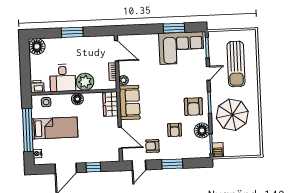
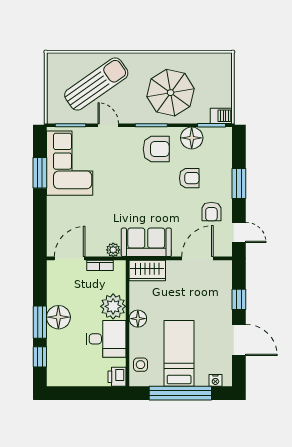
window: (48, 33) -> (40, 357), added
floor lamp: (37, 46) -> (58, 317), moved
sun lounger: (236, 64) -> (96, 84), turned -35

